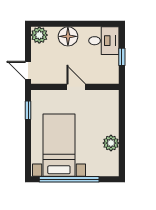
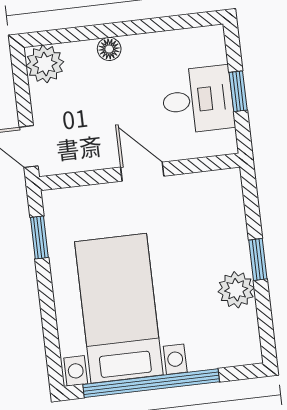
floor lamp: (68, 36) -> (109, 49), width x0.53, depth x0.53
desk: (104, 41) -> (198, 100), moved
window: (122, 131) -> (258, 259), added

